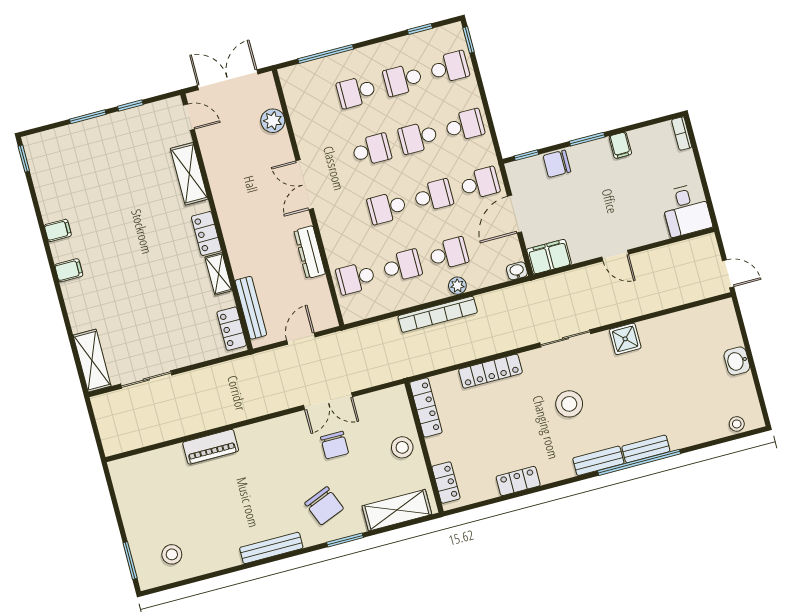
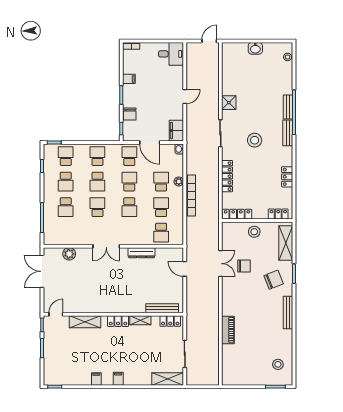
door: (189, 117) -> (56, 314), moved
shelving: (189, 174) -> (85, 322), moved
wall: (217, 222) -> (113, 314), moved
locker: (206, 234) -> (118, 321), moved
shelving: (219, 274) -> (140, 320), moved
bench: (251, 308) -> (162, 308), moved
locker: (232, 329) -> (170, 321), moved

